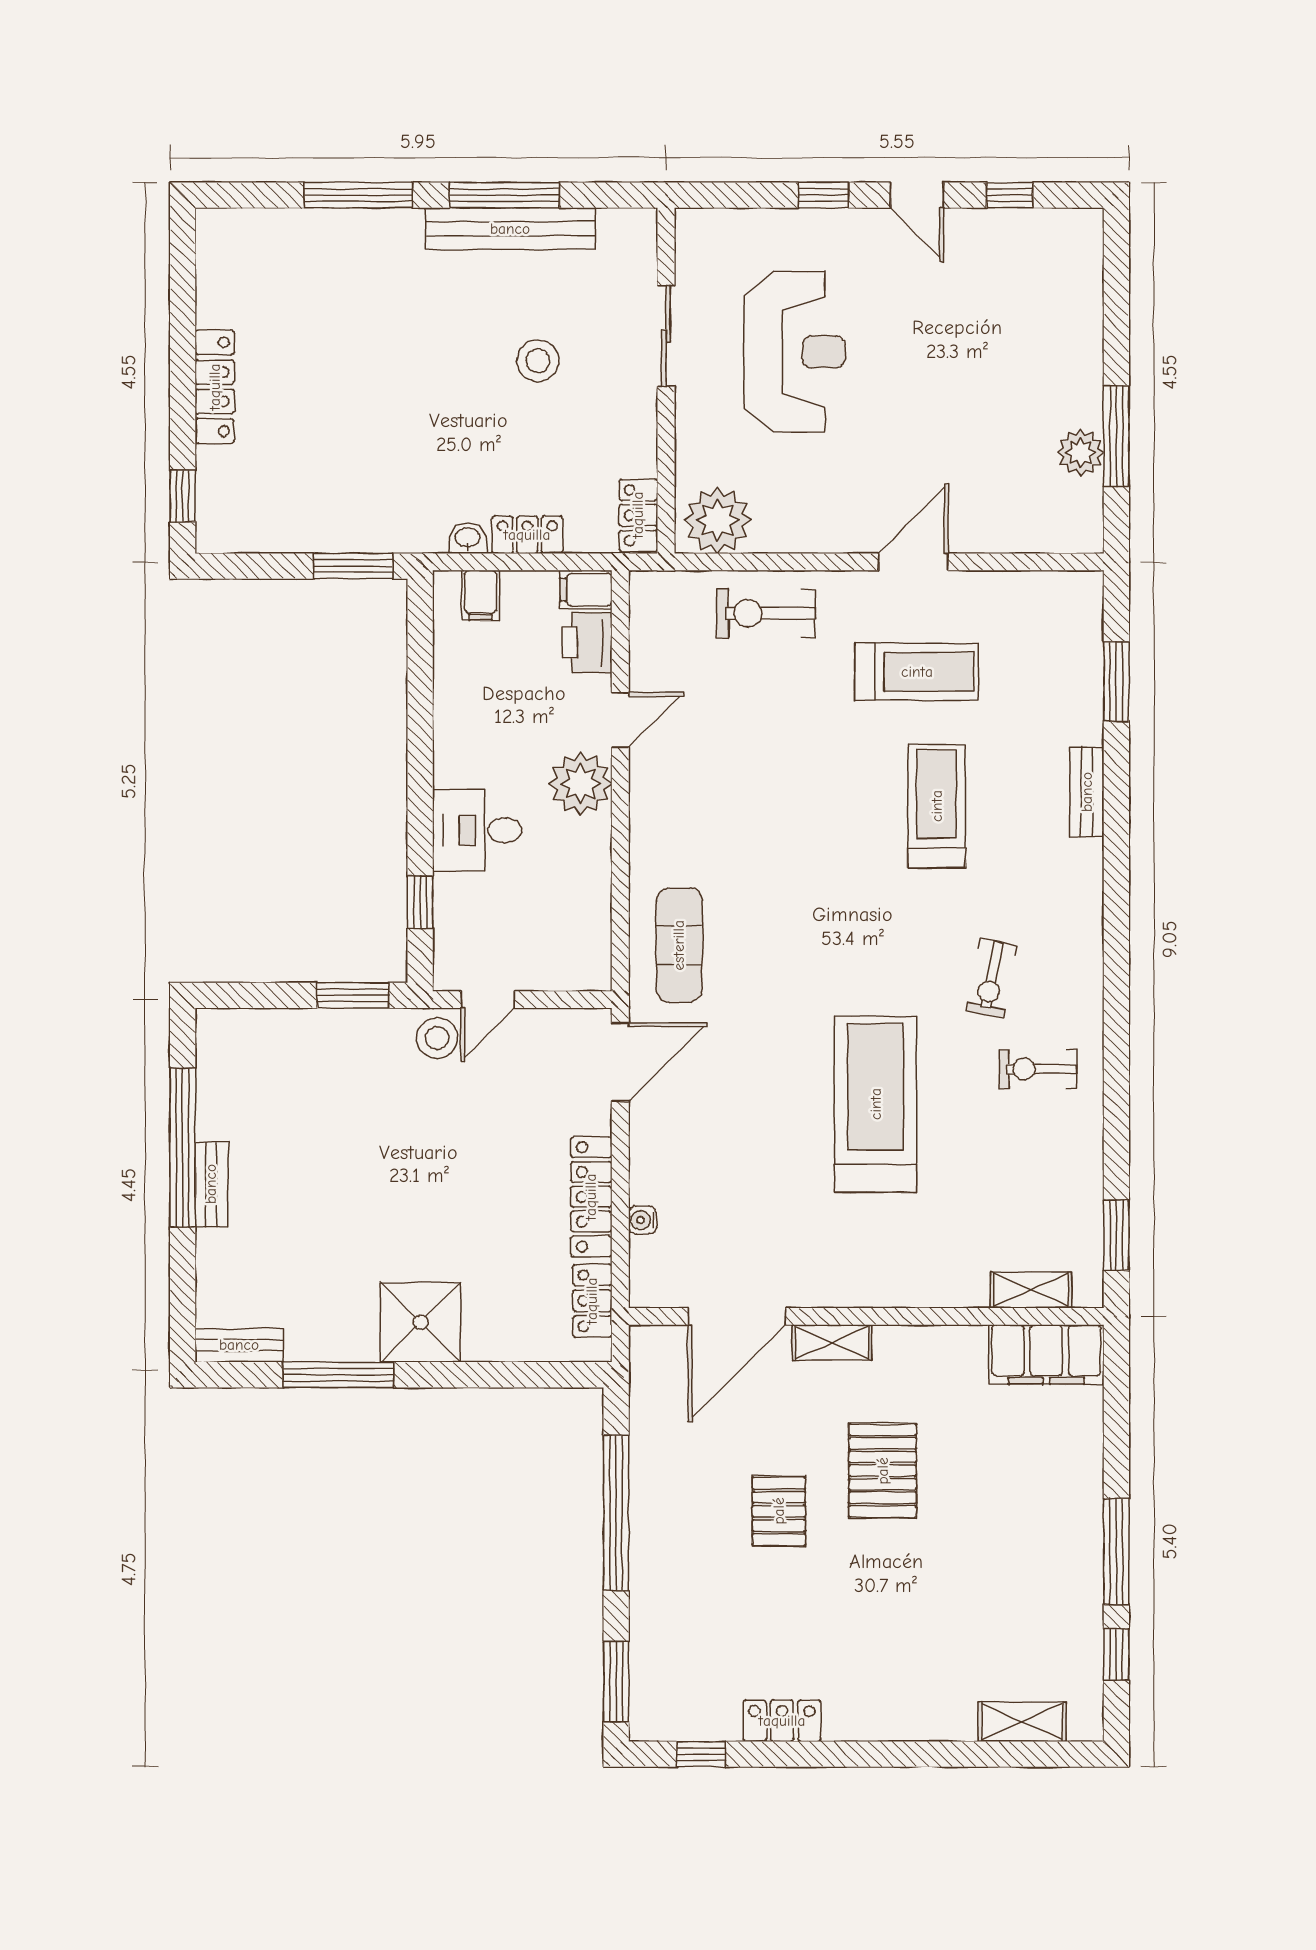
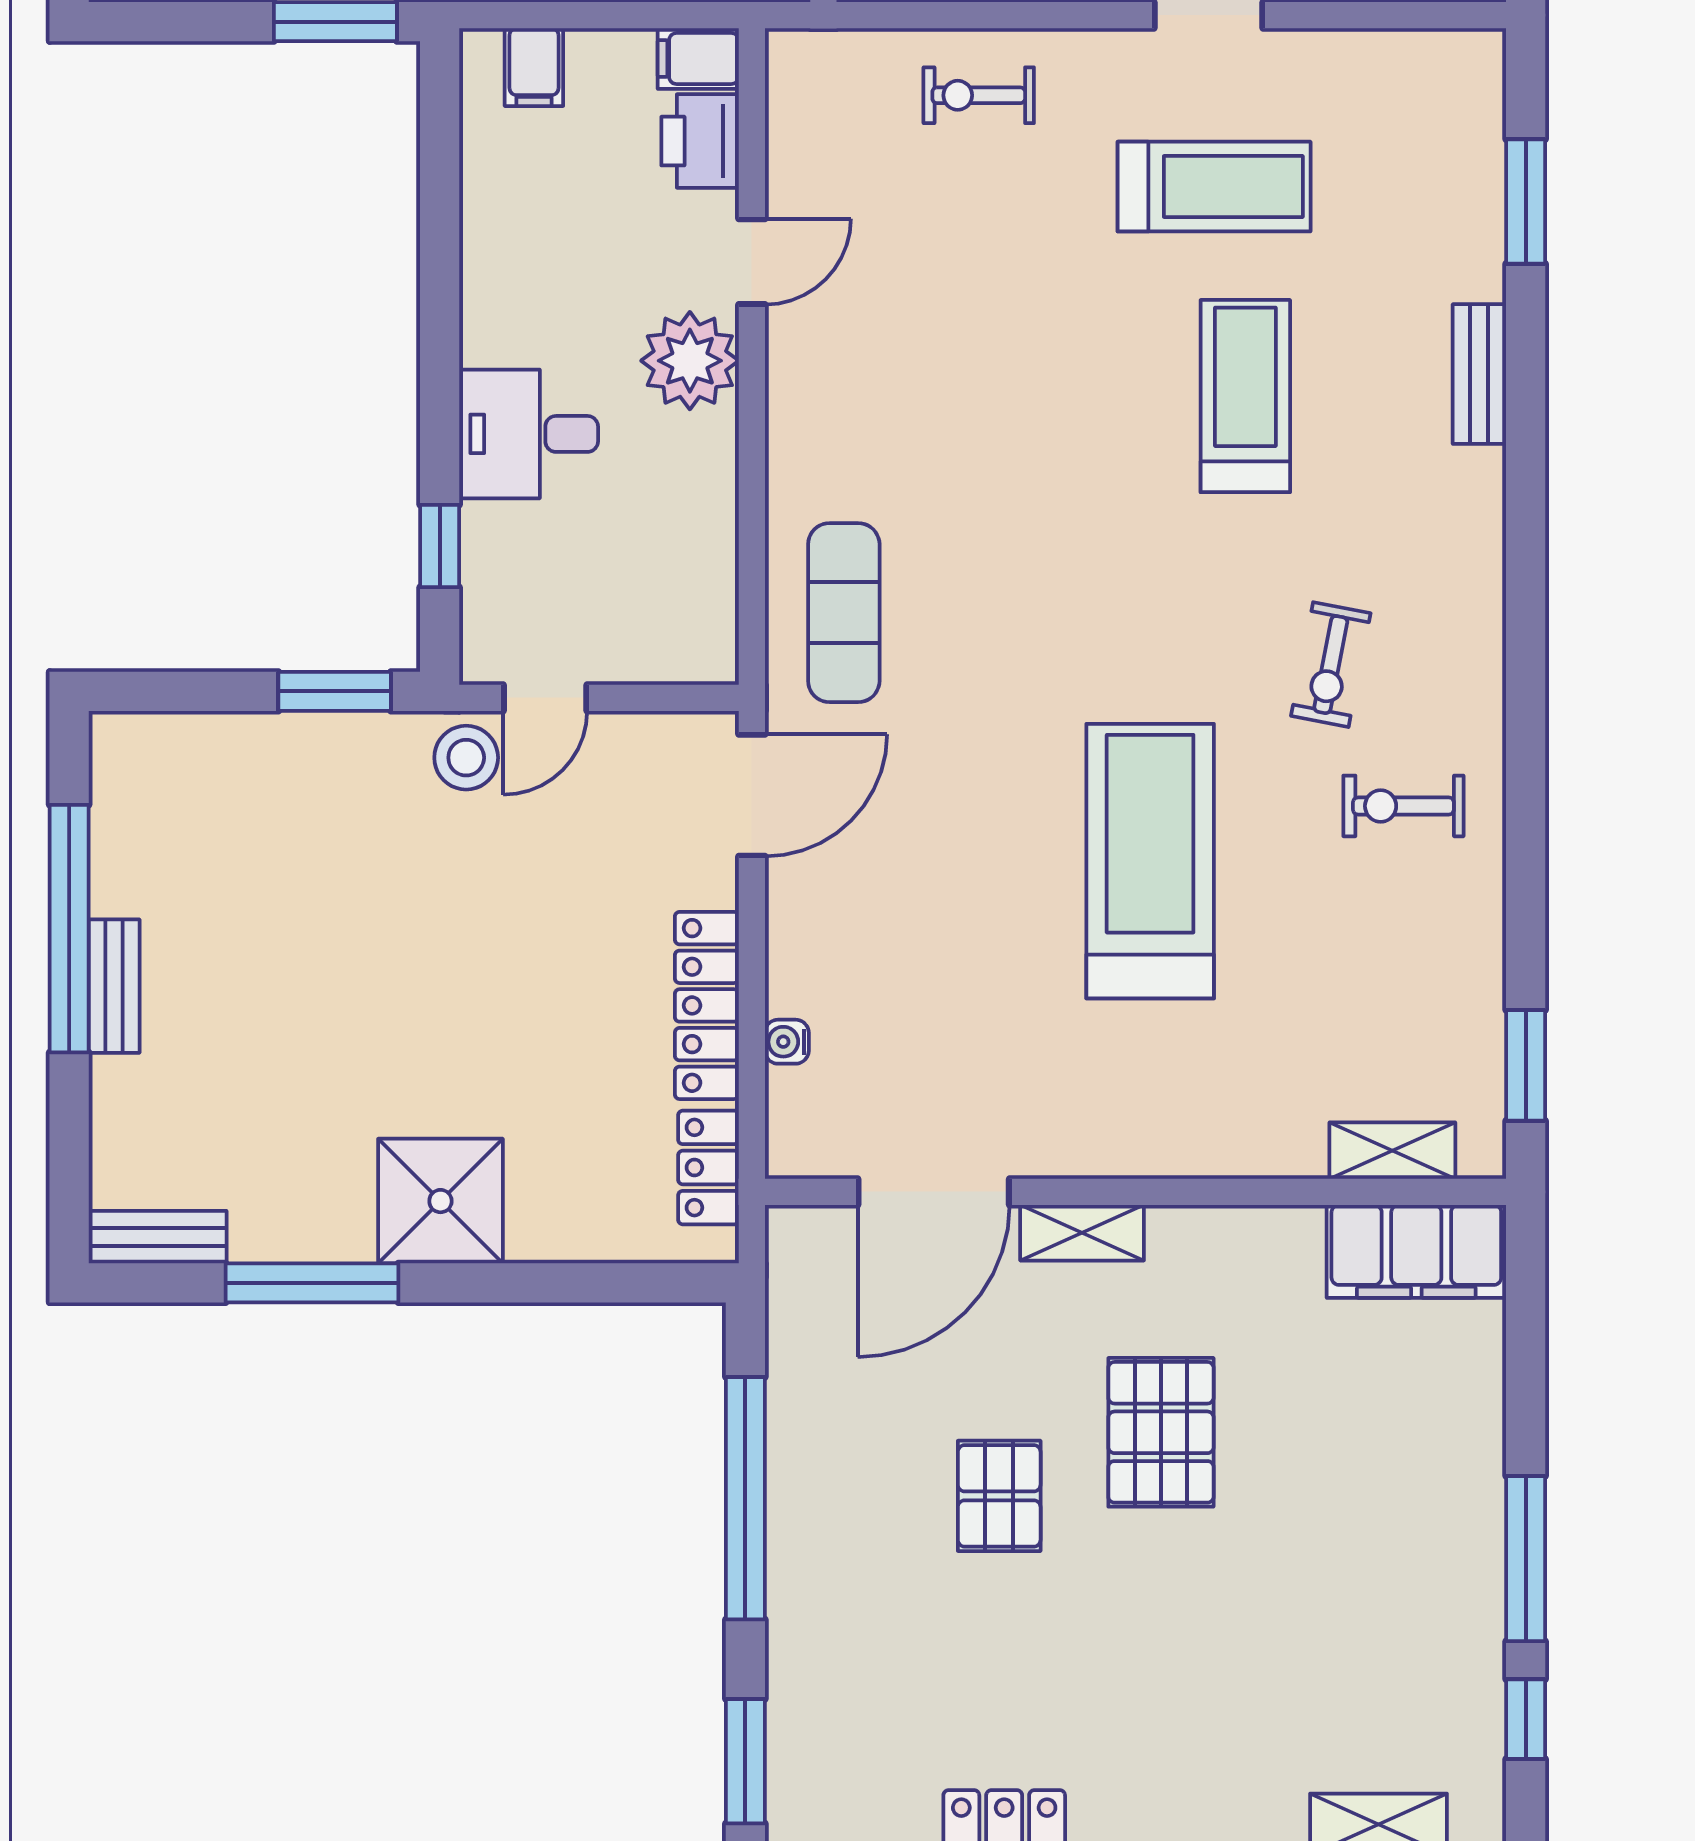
exercise bike: (766, 613) -> (979, 95), width x0.73, depth x0.72

